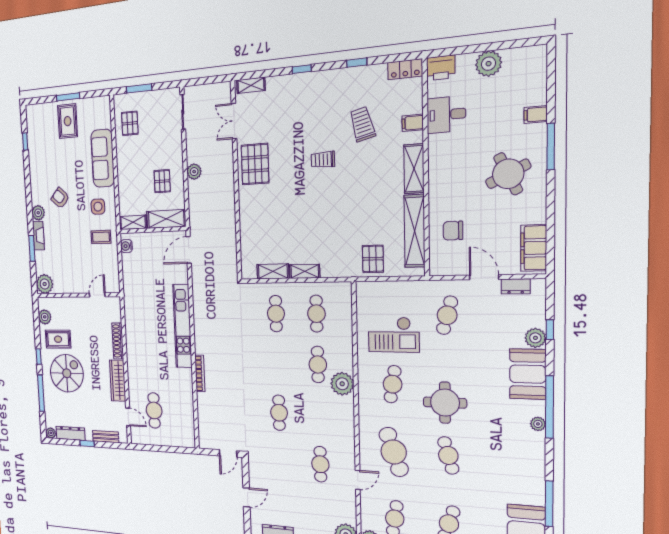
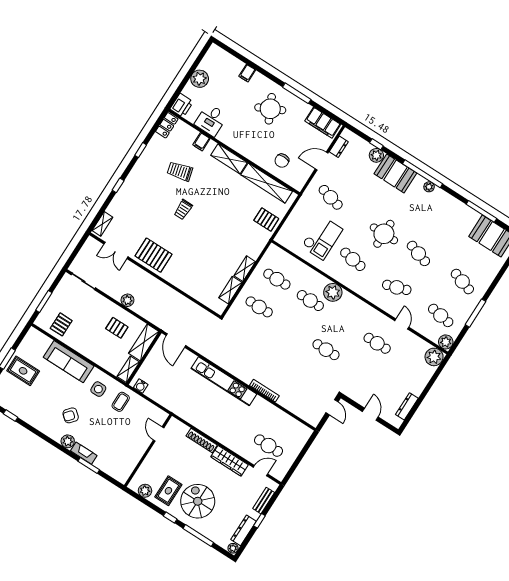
pallet: (130, 123) -> (61, 324), turned 90
window: (551, 147) -> (297, 93), moved
plant: (45, 284) -> (121, 473), removed
cafe table: (394, 452) -> (397, 287), width x0.73, depth x0.74
cafe table: (448, 455) -> (418, 253), turned 33

